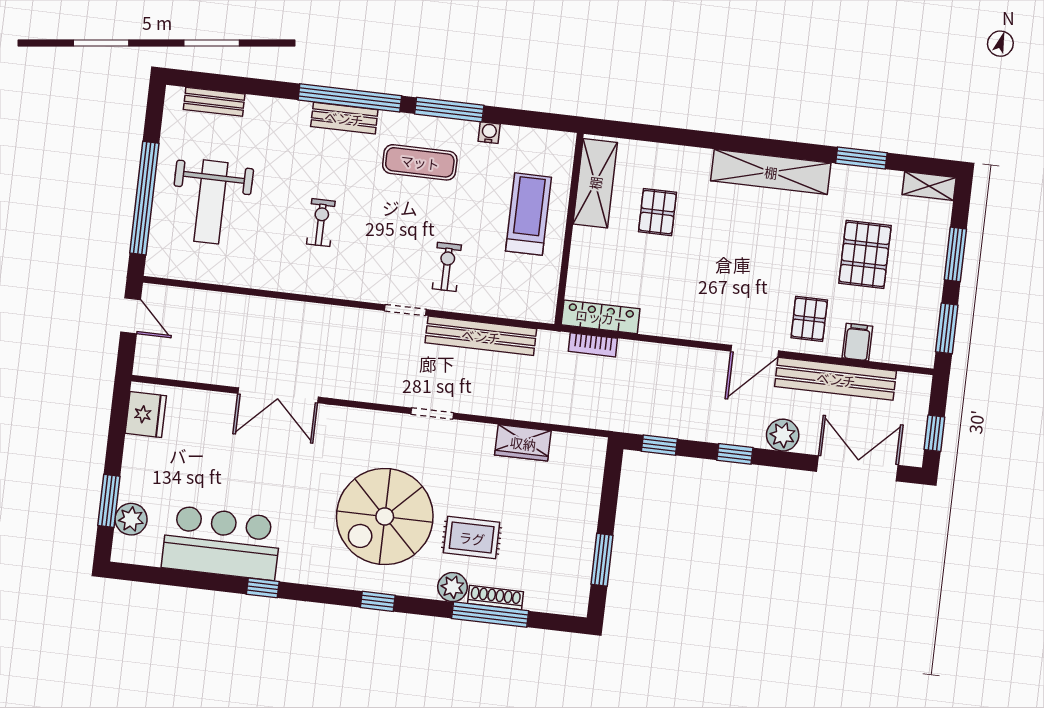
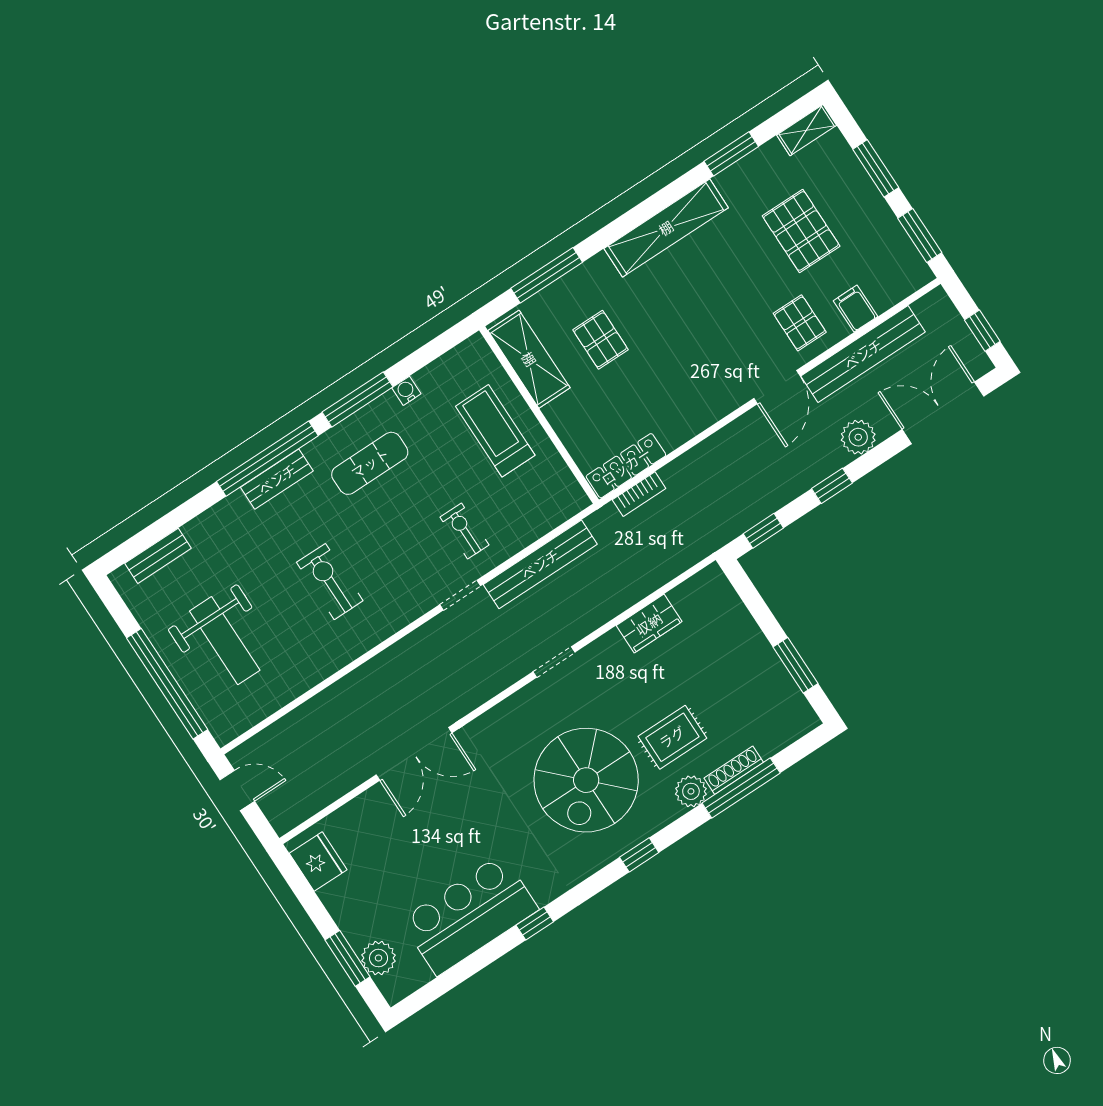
window: (658, 134) -> (547, 275), added
exercise bike: (321, 223) -> (330, 582), width x1.38, depth x1.39

